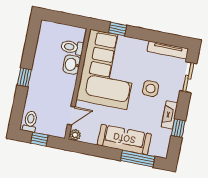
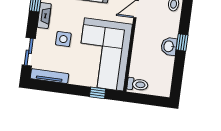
toilet: (72, 47) -> (138, 84), moved
washbasin: (72, 65) -> (169, 46), moved, turned 180

